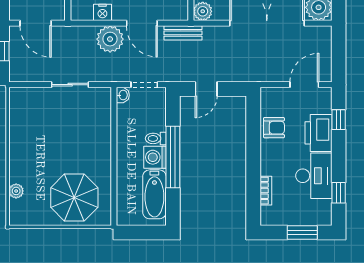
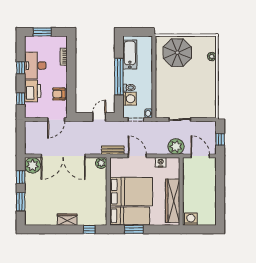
plant: (110, 39) -> (176, 147), moved
door: (304, 85) -> (56, 120), moved
washing machine: (155, 157) -> (130, 99), moved
window: (339, 193) -> (21, 68), moved

